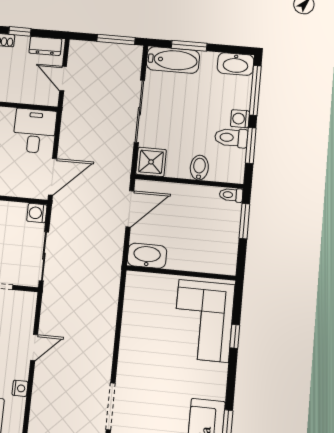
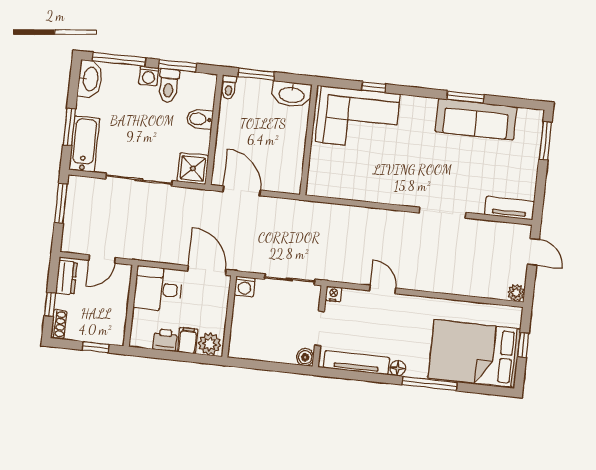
washbasin: (147, 256) -> (292, 94), moved, turned -90
nightstand: (20, 388) -> (333, 294), moved

